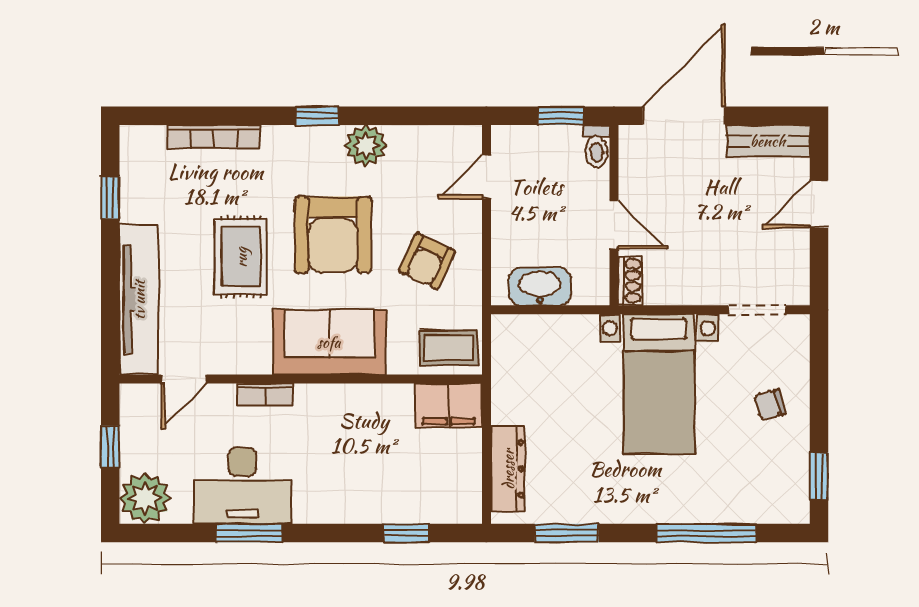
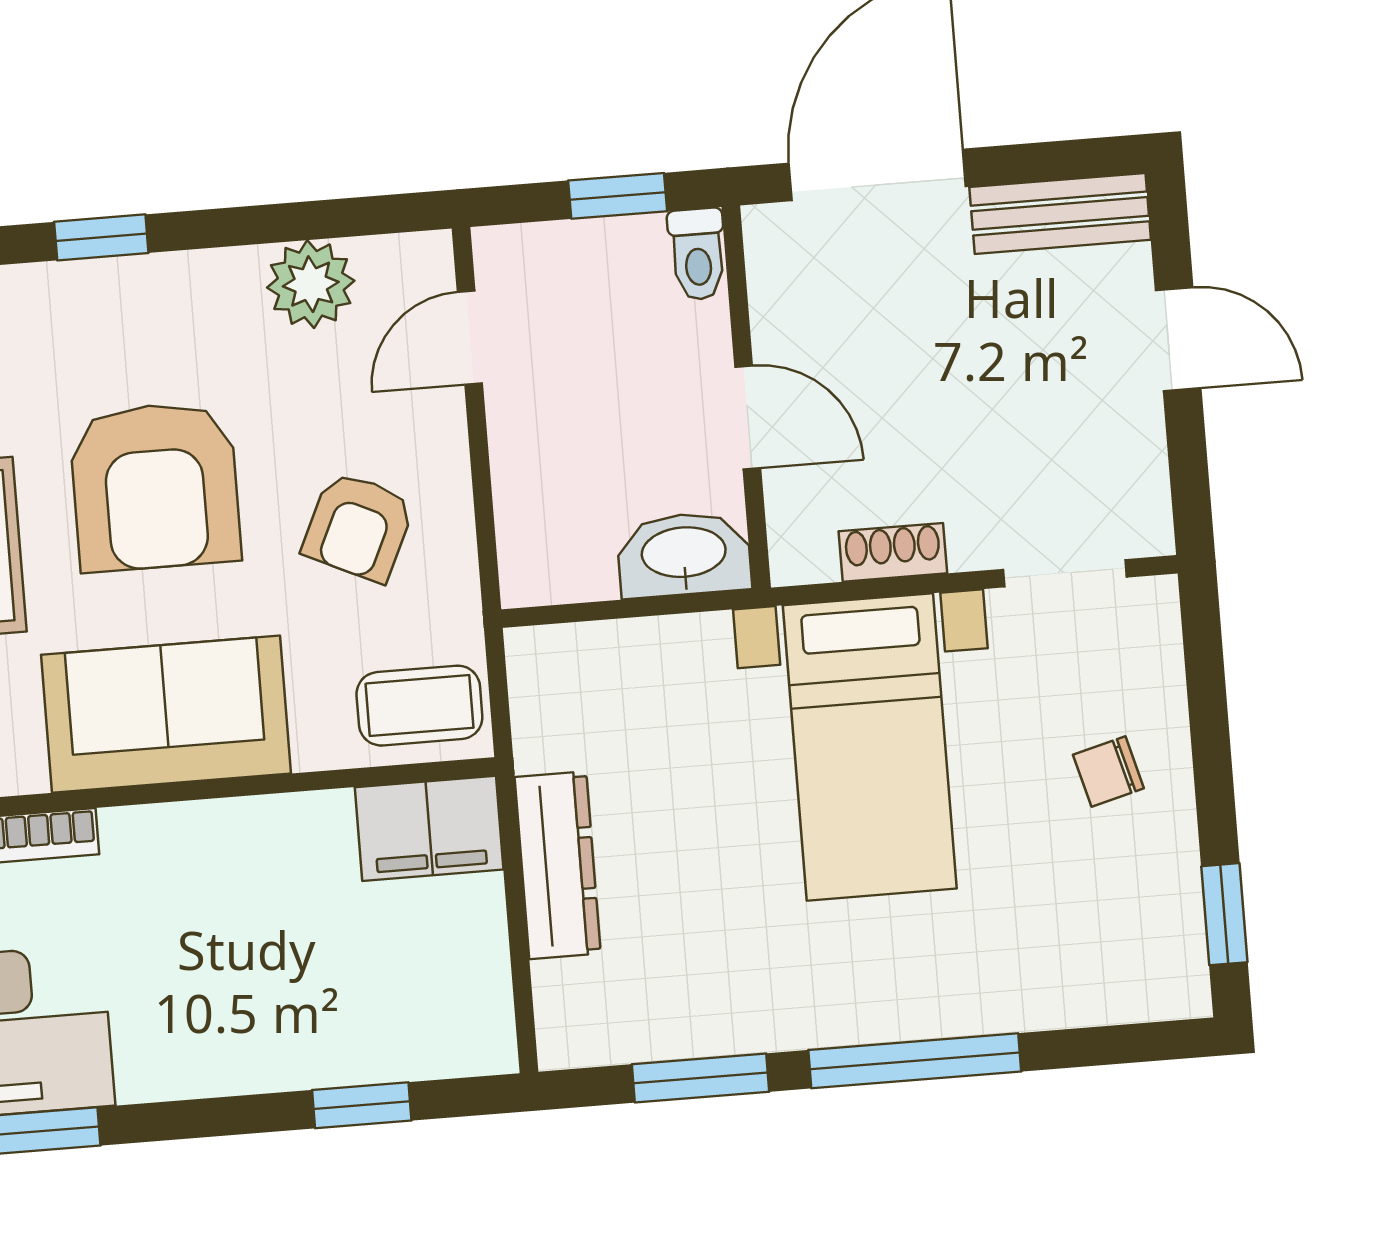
plant: (366, 146) -> (311, 284), moved
door: (819, 204) -> (1178, 339), swing flipped
shoe rack: (630, 281) -> (893, 552), moved, turned -90
washbasin: (540, 287) -> (684, 554), moved
dresser: (508, 469) -> (558, 865), moved
window: (706, 533) -> (915, 1061), moved

